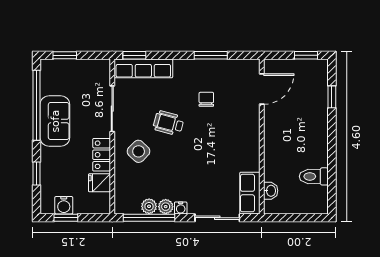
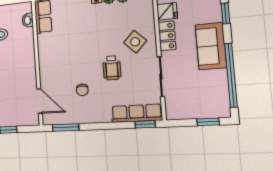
window: (211, 55) -> (66, 127), moved
door: (262, 89) -> (40, 101), swing flipped
sofa: (55, 121) -> (211, 46), moved
wheelchair: (168, 123) -> (112, 68), turned 75

